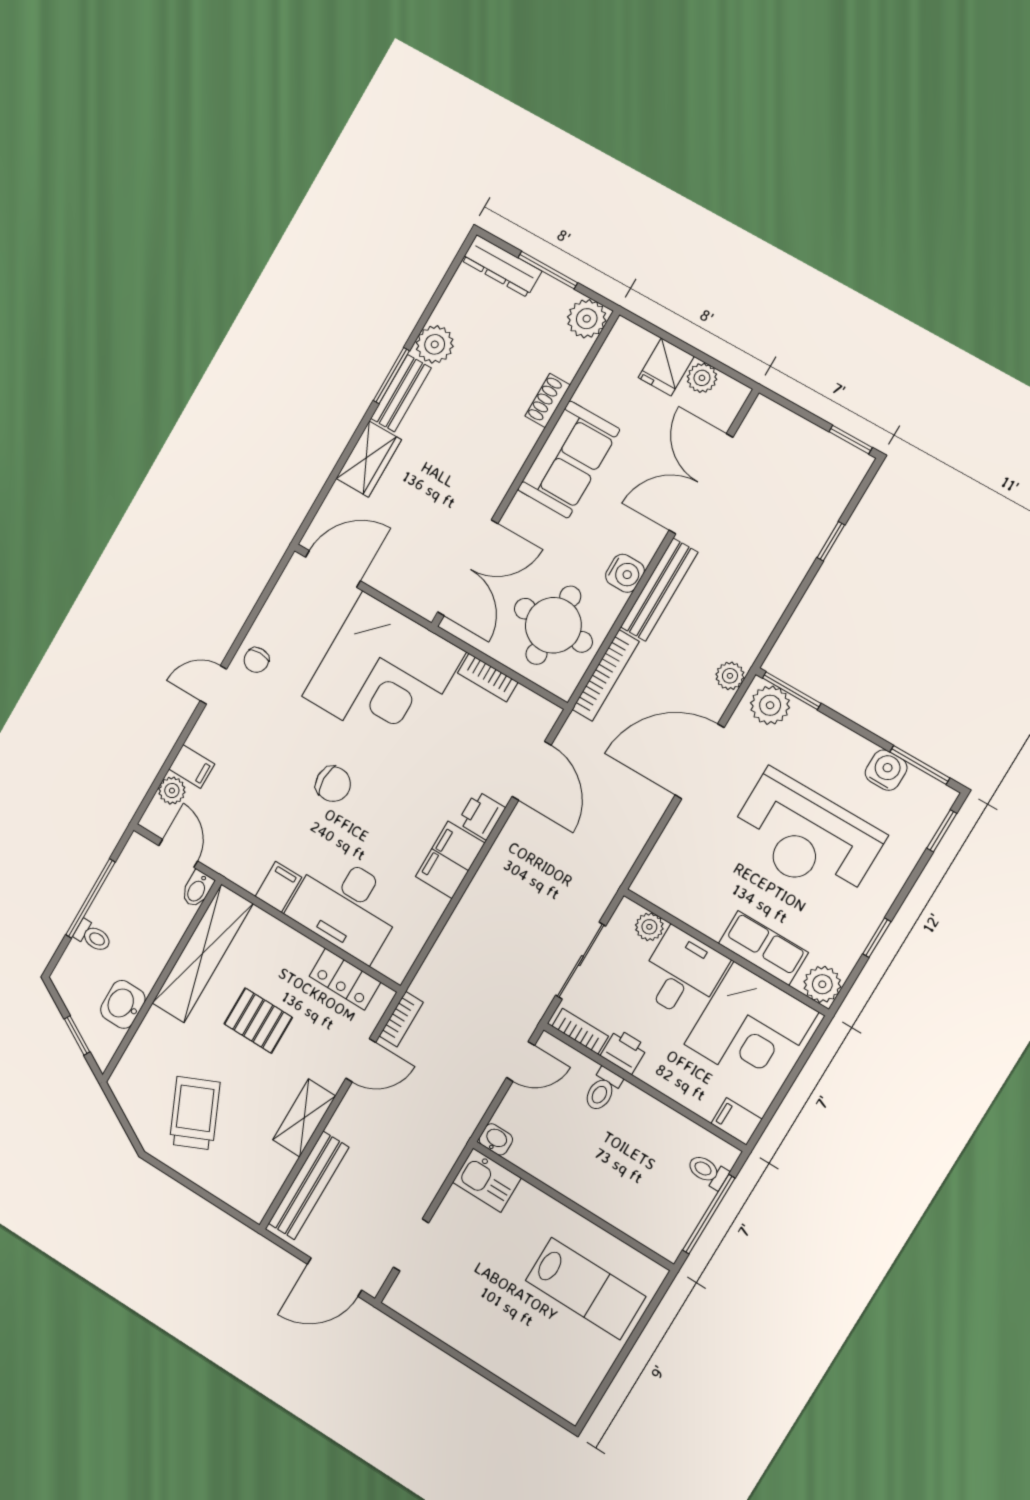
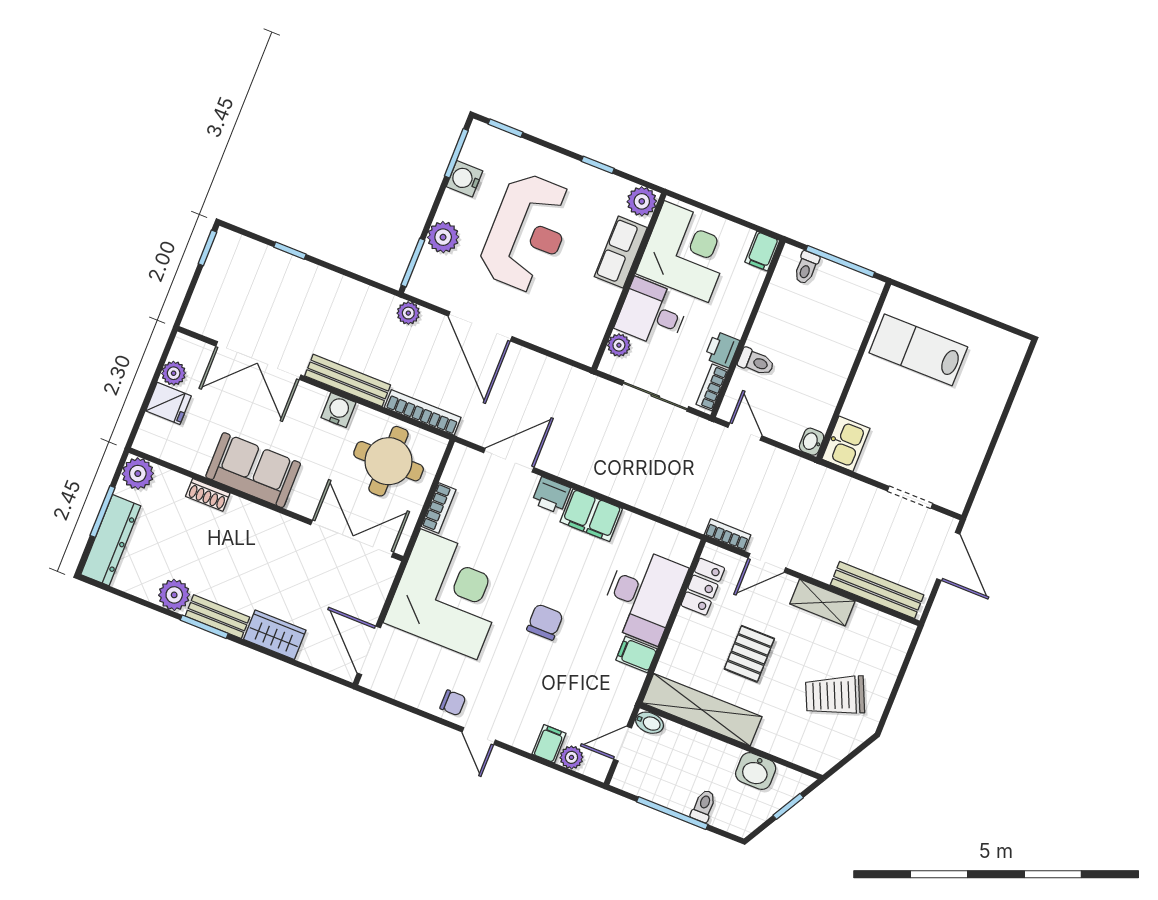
dresser: (502, 266) -> (111, 540), width x1.37, depth x1.24
plant: (770, 705) -> (443, 237), moved
door: (361, 1060) -> (767, 563), swing flipped
lab bench: (586, 1288) -> (918, 350), turned -90

